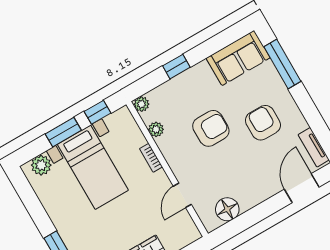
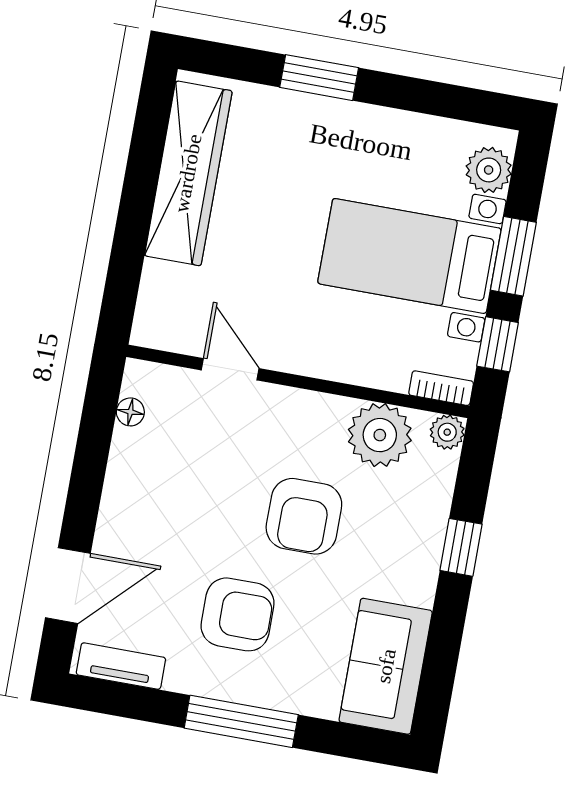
window: (282, 64) -> (241, 721), moved
plant: (156, 129) -> (380, 435), width x1.88, depth x1.88
bookcase: (151, 158) -> (441, 388), moved
door: (302, 188) -> (68, 586), hinge flipped
floor lamp: (227, 209) -> (130, 412), width x0.53, depth x0.53

